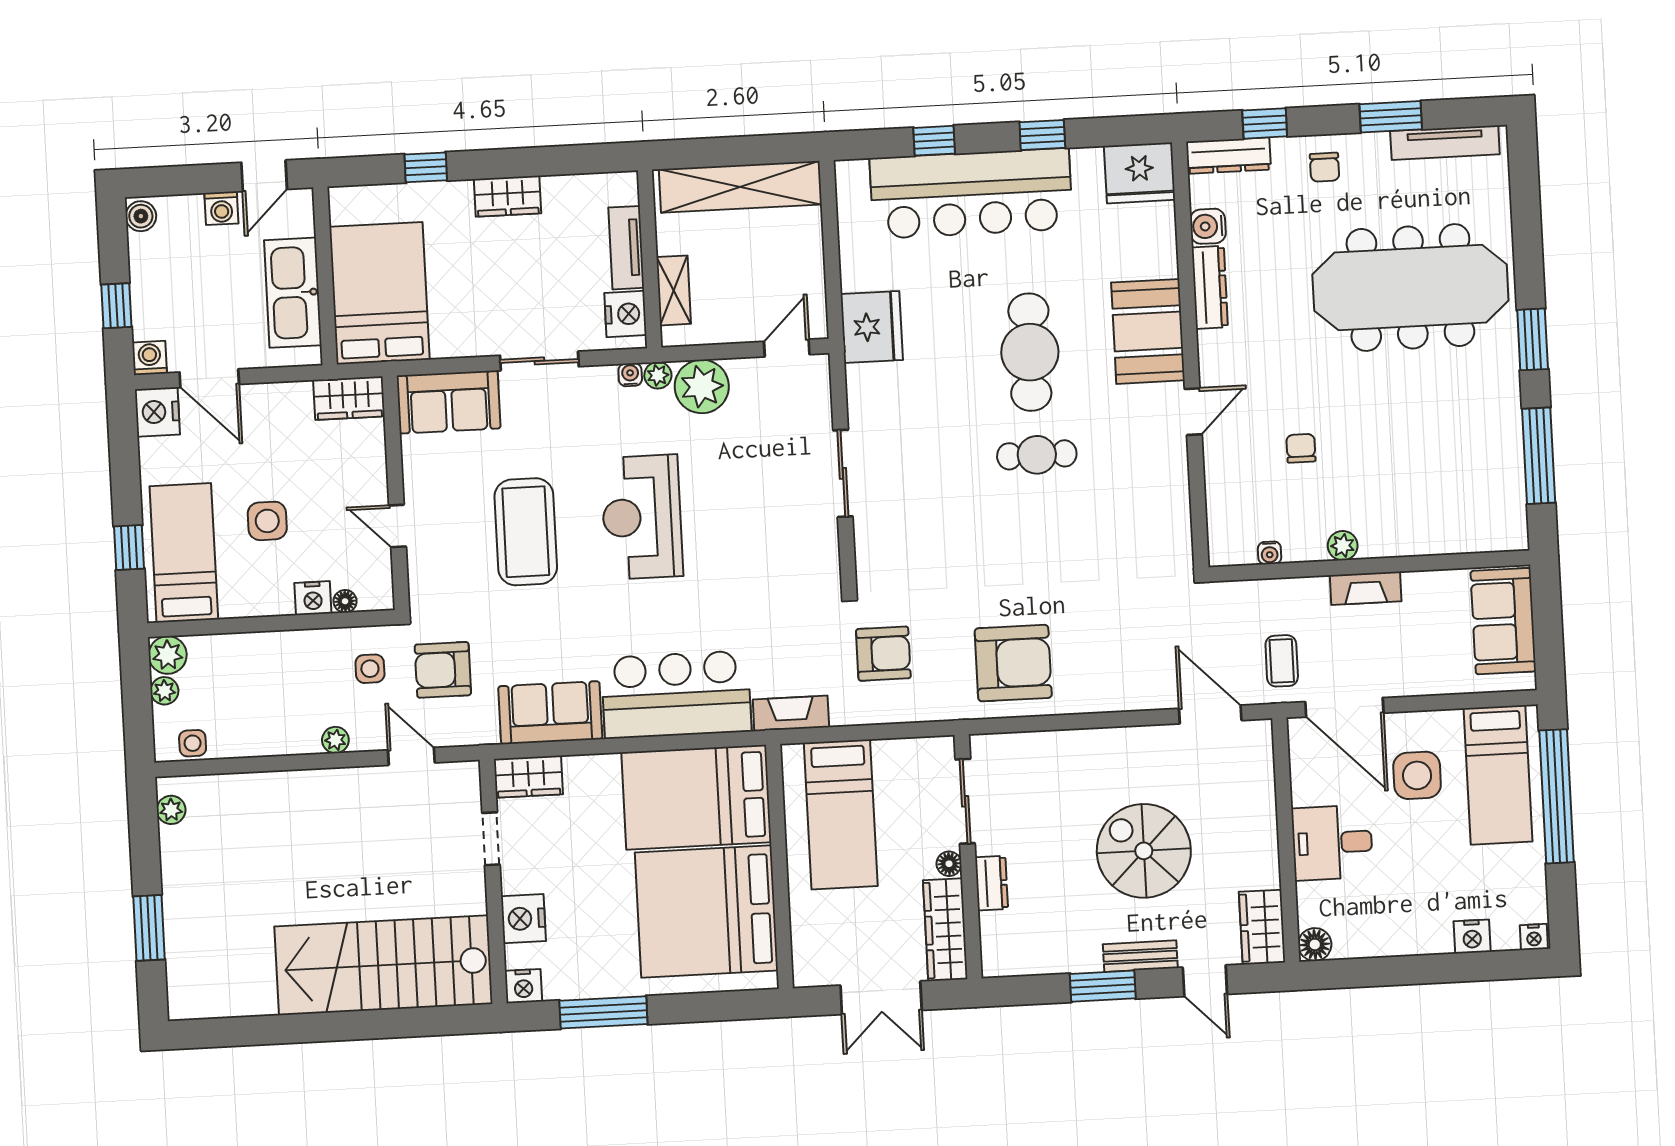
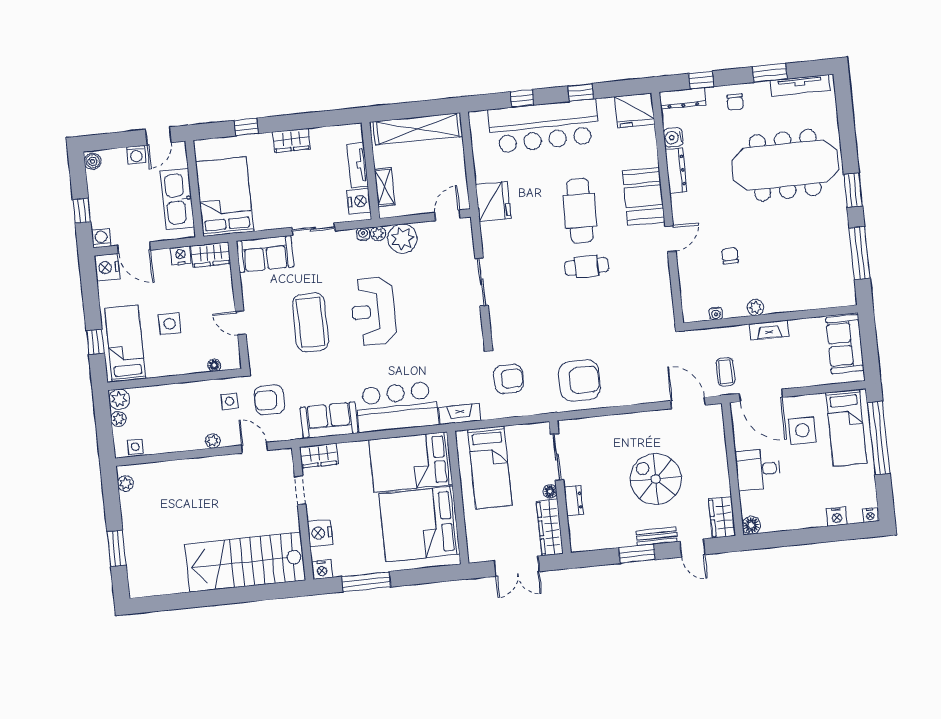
nightstand: (313, 598) -> (181, 256), moved, turned 180

